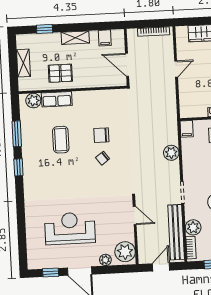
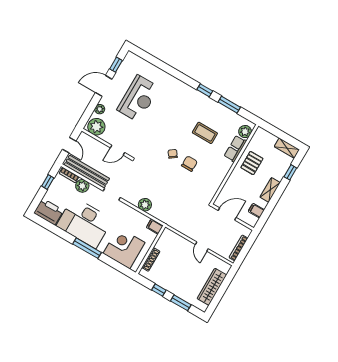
shelving: (23, 63) -> (287, 148), moved

